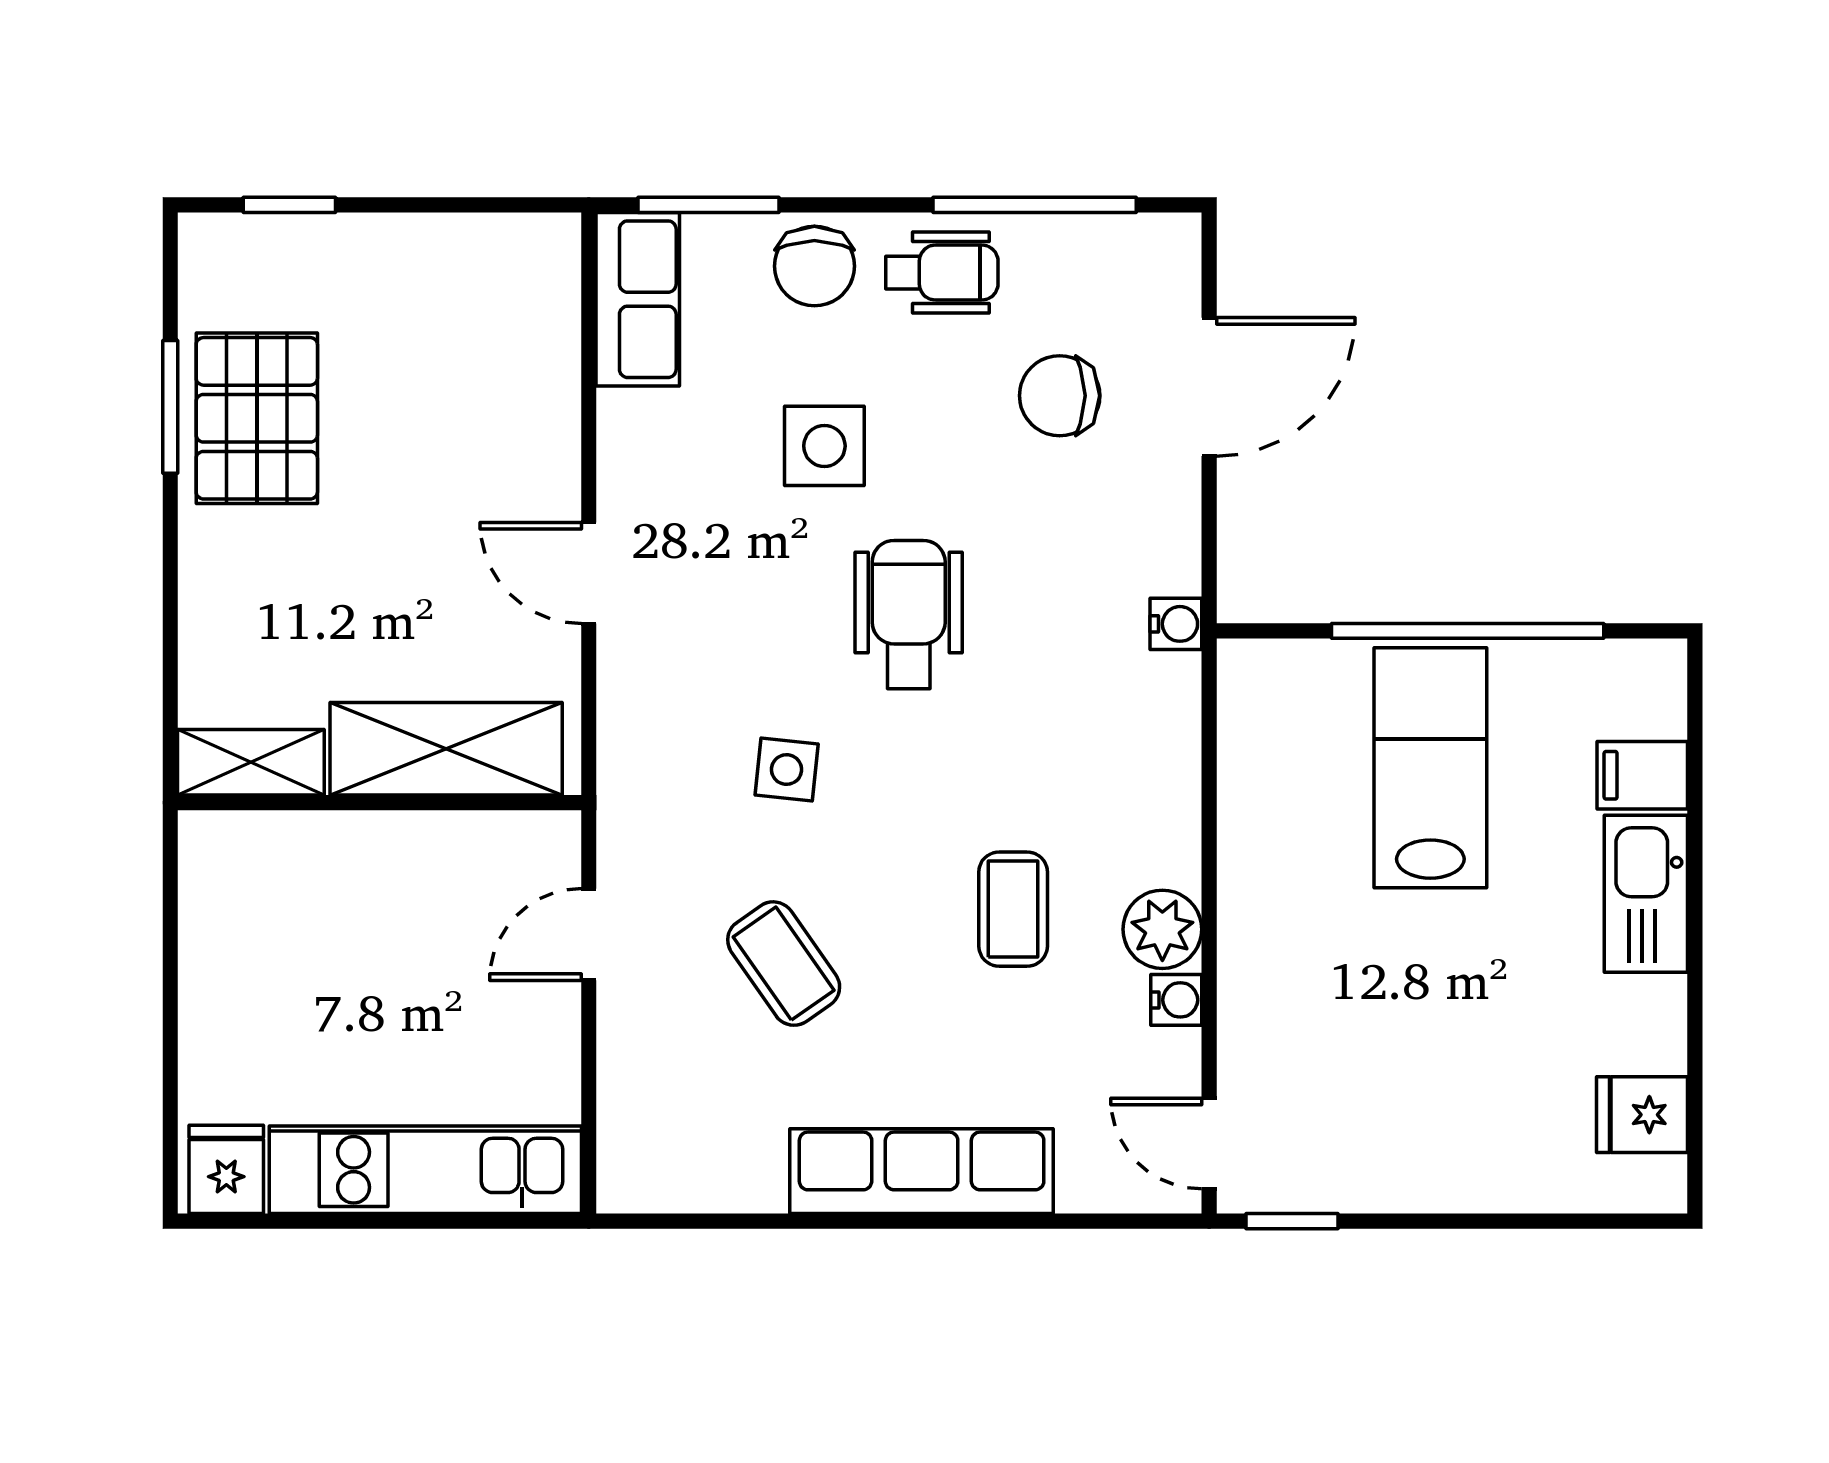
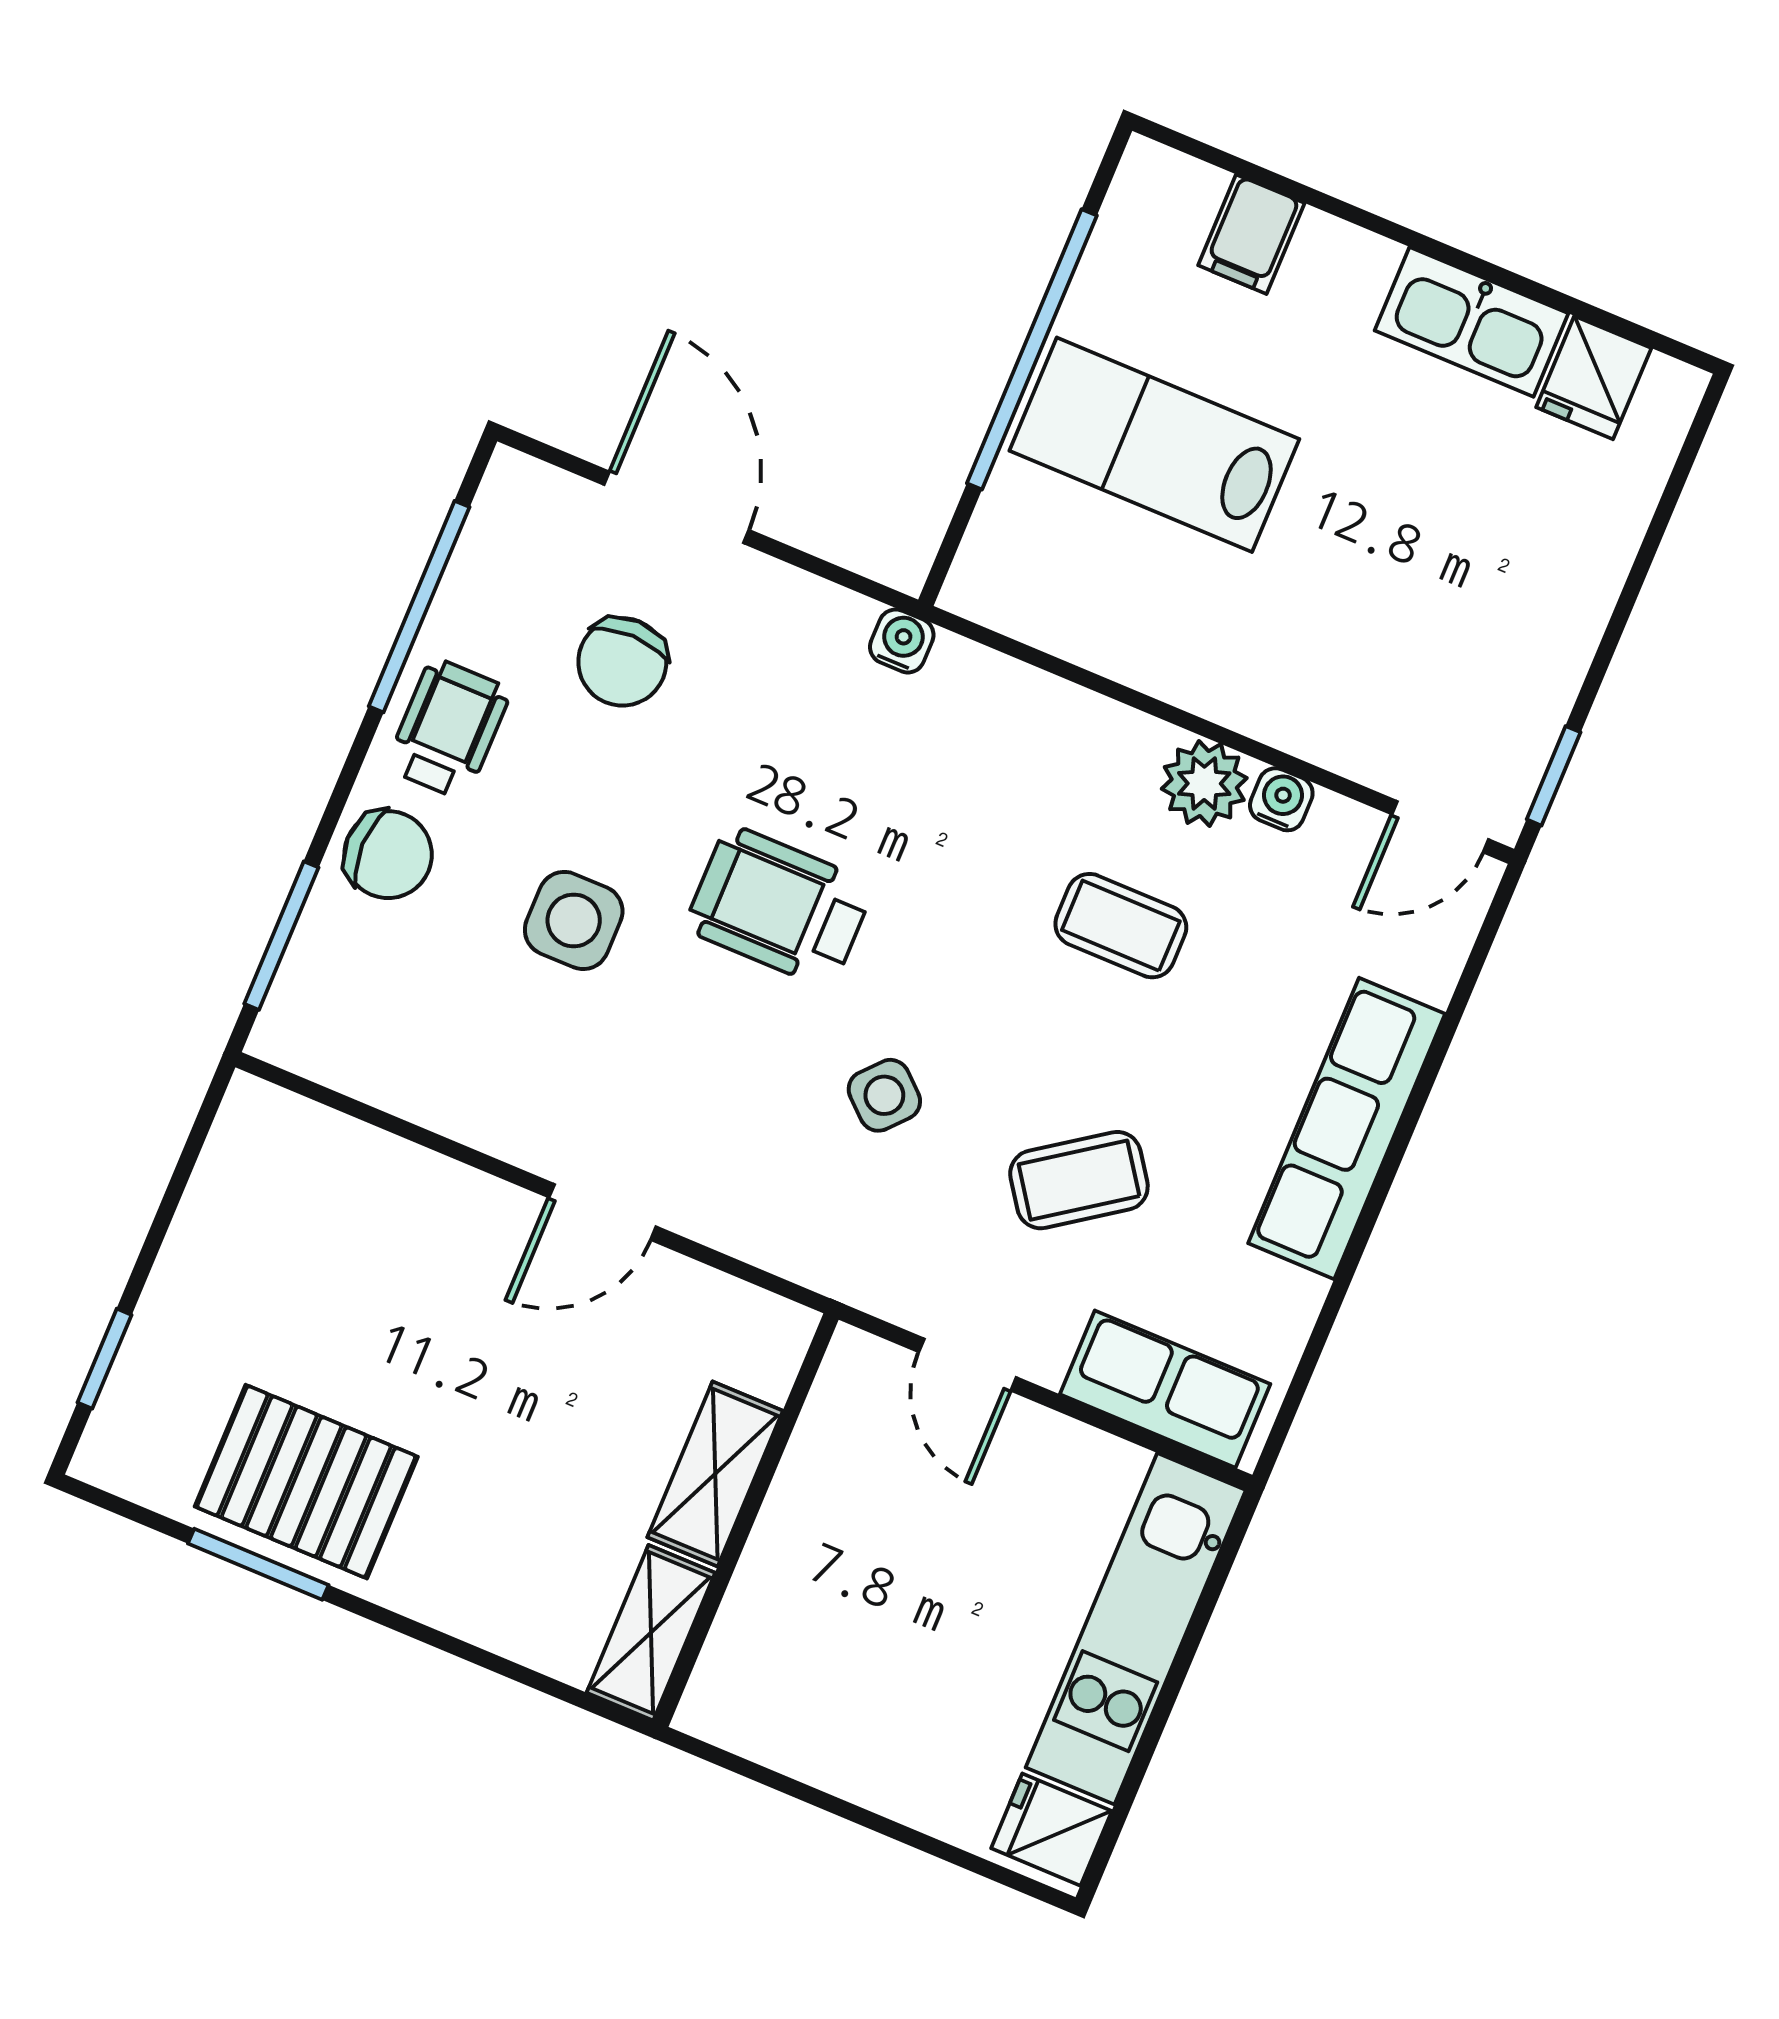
row of seats: (638, 299) -> (1165, 1389), moved
shelving: (446, 749) -> (715, 1474), width x0.67, depth x0.75
side table: (787, 770) -> (884, 1095), turned 36
kitchen sink: (1646, 894) -> (1472, 322), moved

